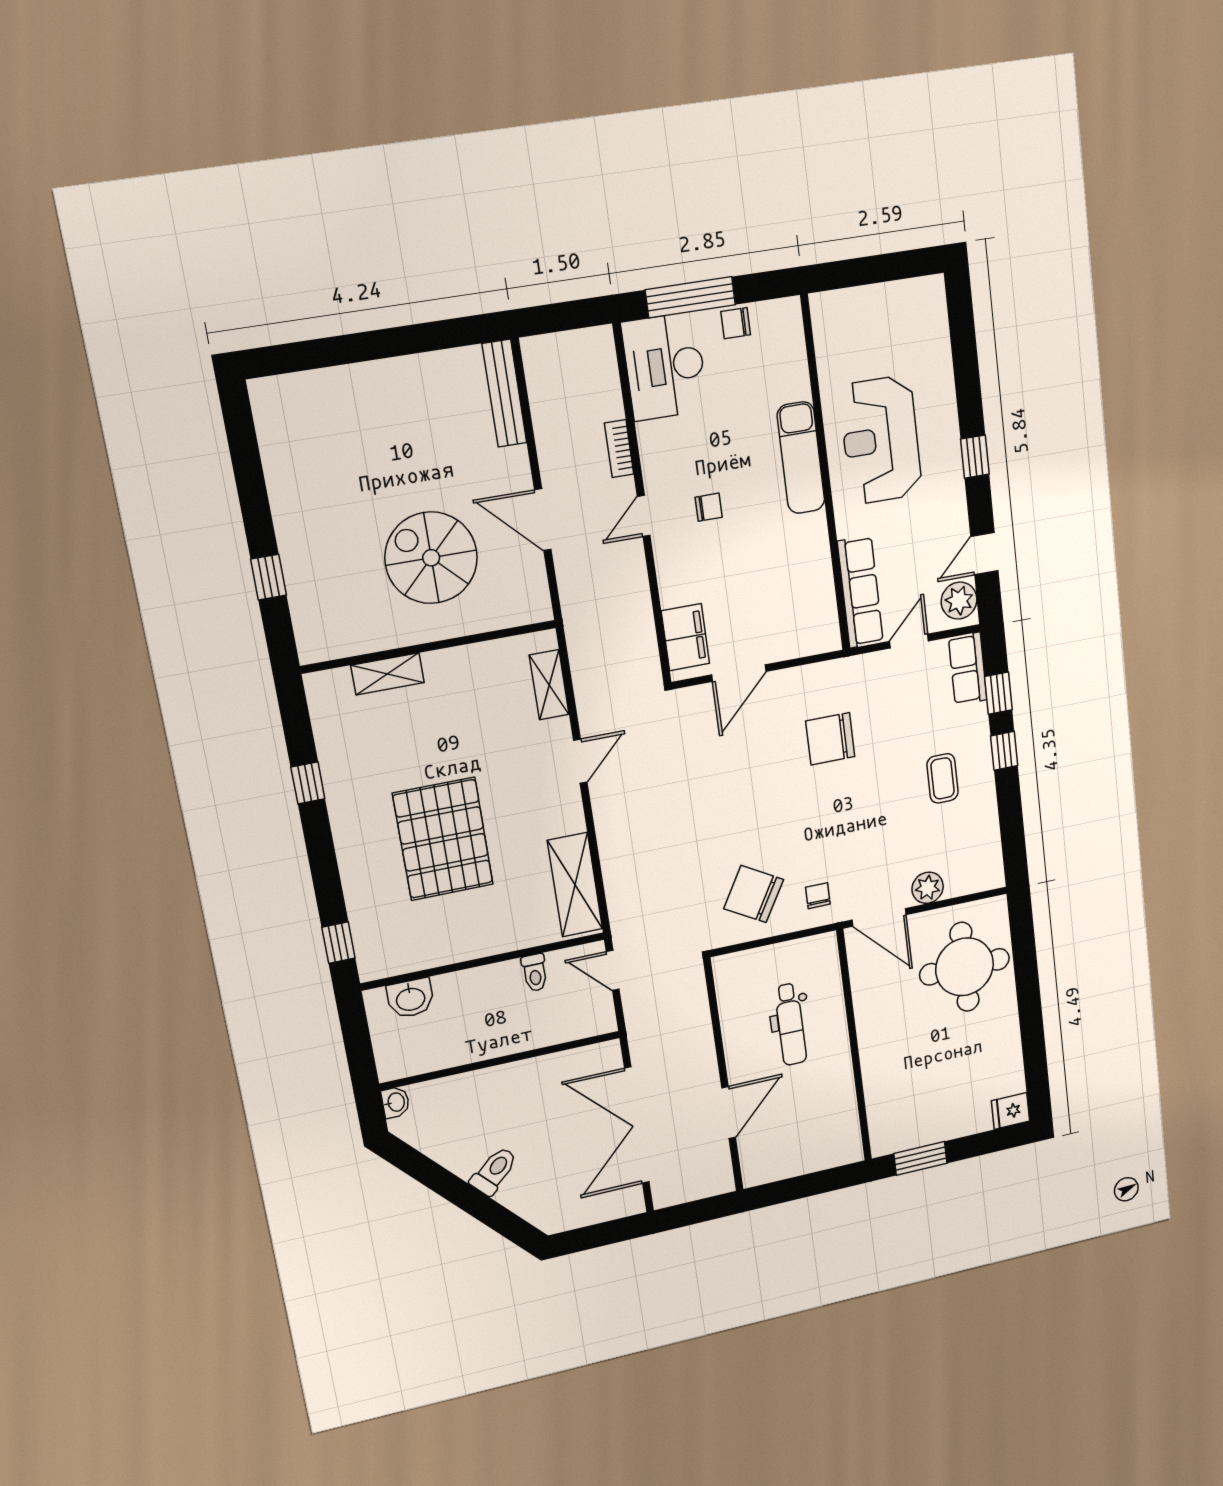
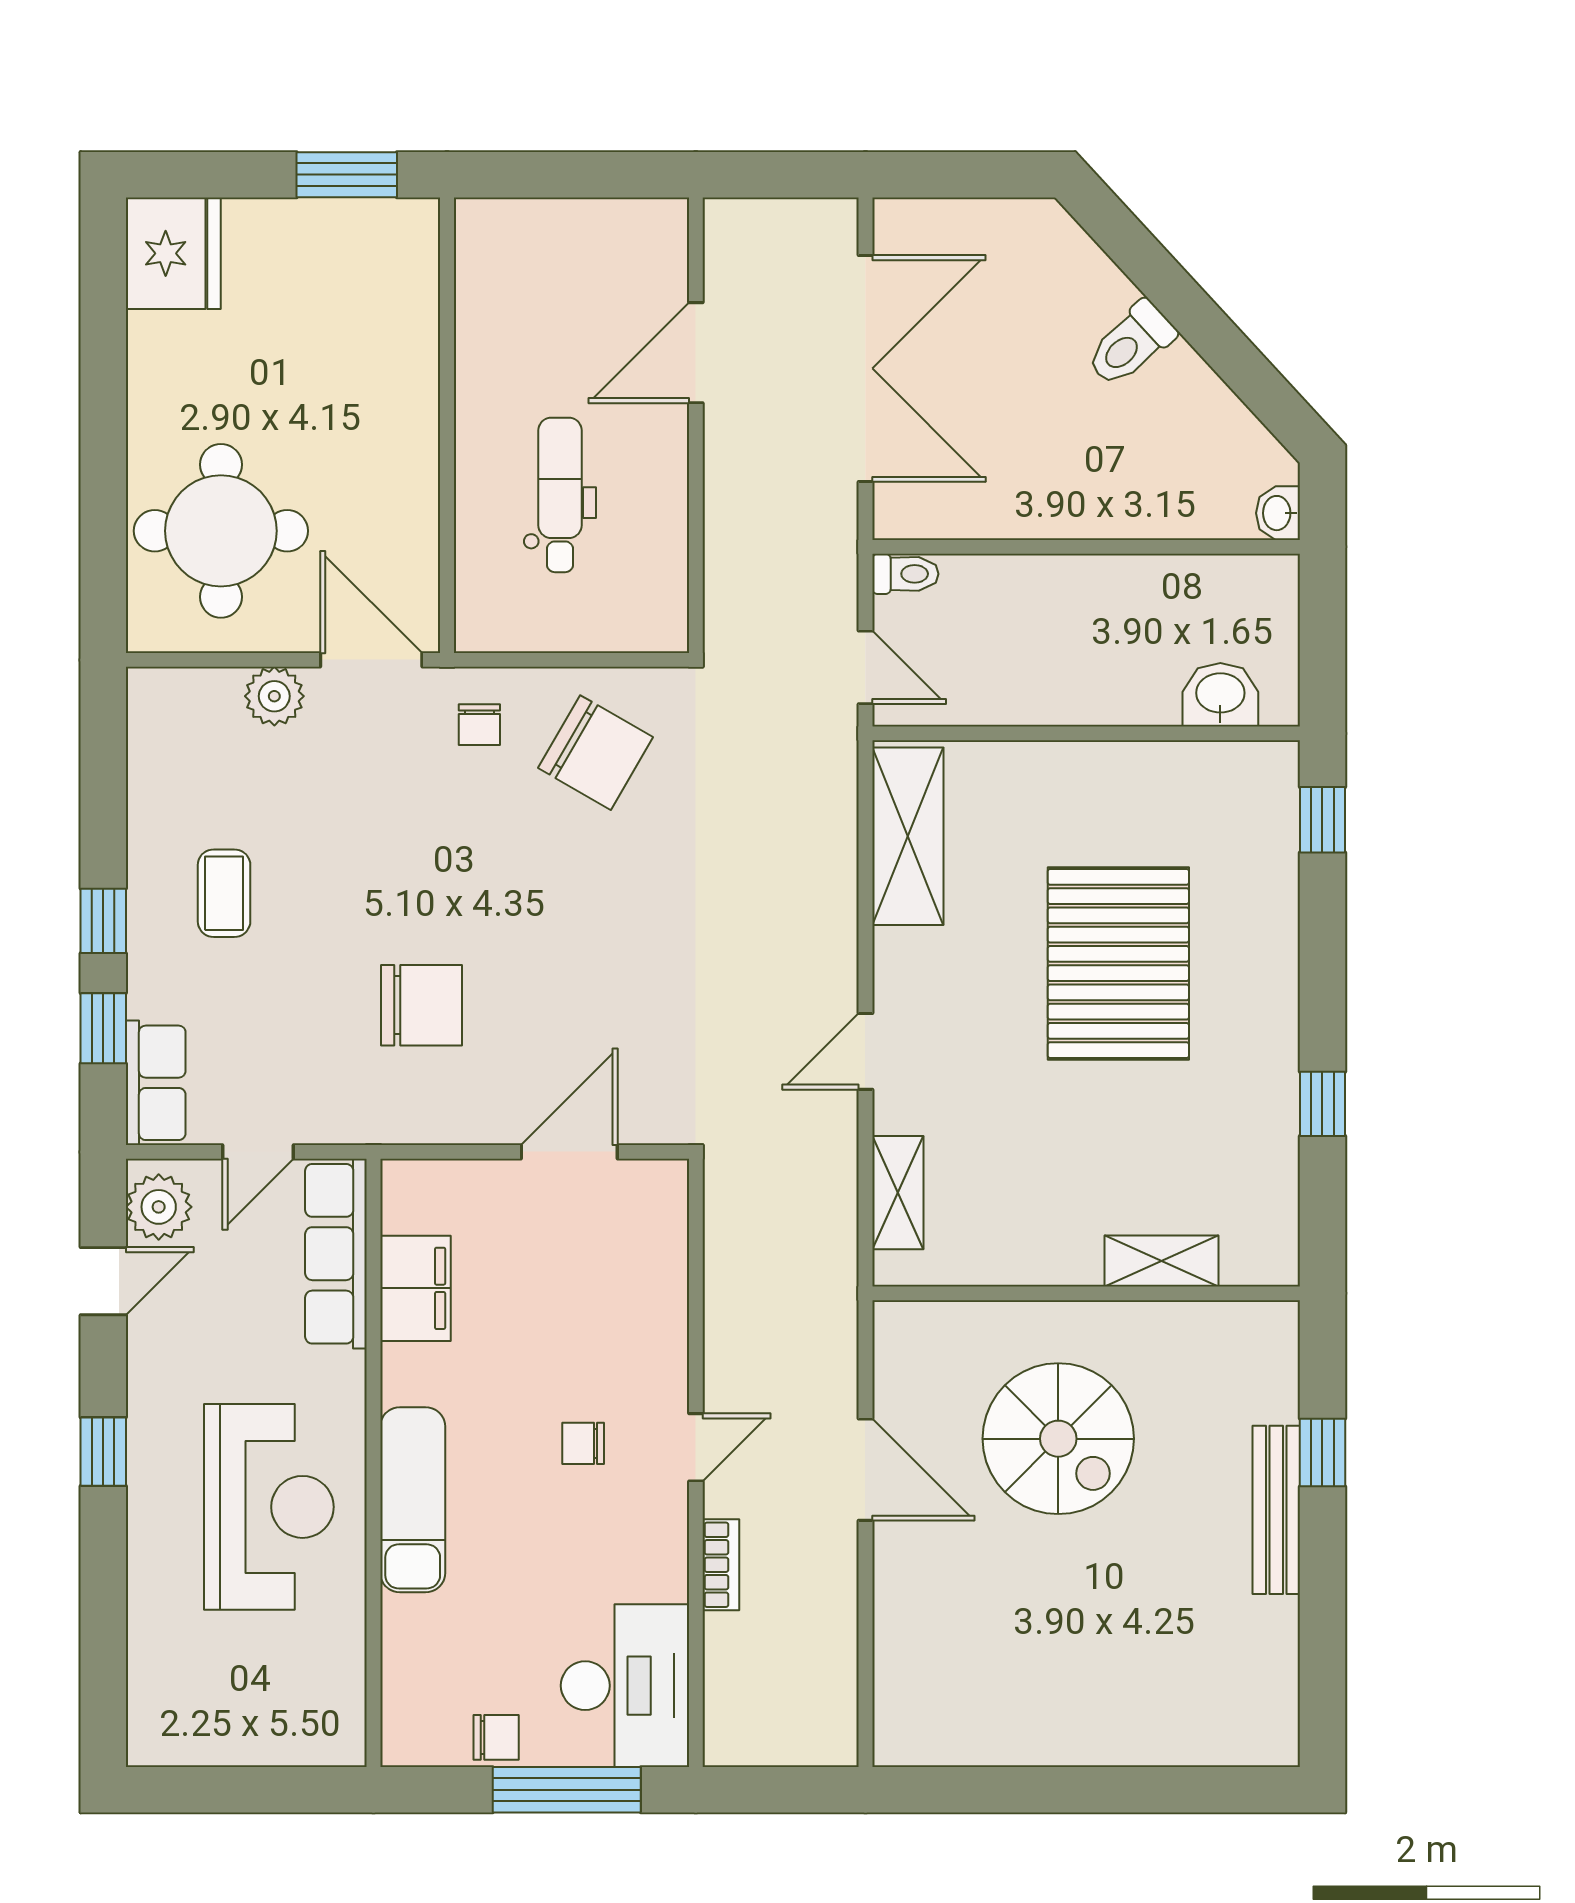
bench: (504, 393) -> (1276, 1510), moved
filing cabinet: (685, 637) -> (415, 1288), moved, turned 180
toilet: (535, 973) -> (905, 574), moved, turned 90
fridge: (1011, 1111) -> (173, 253), width x1.88, depth x1.34

